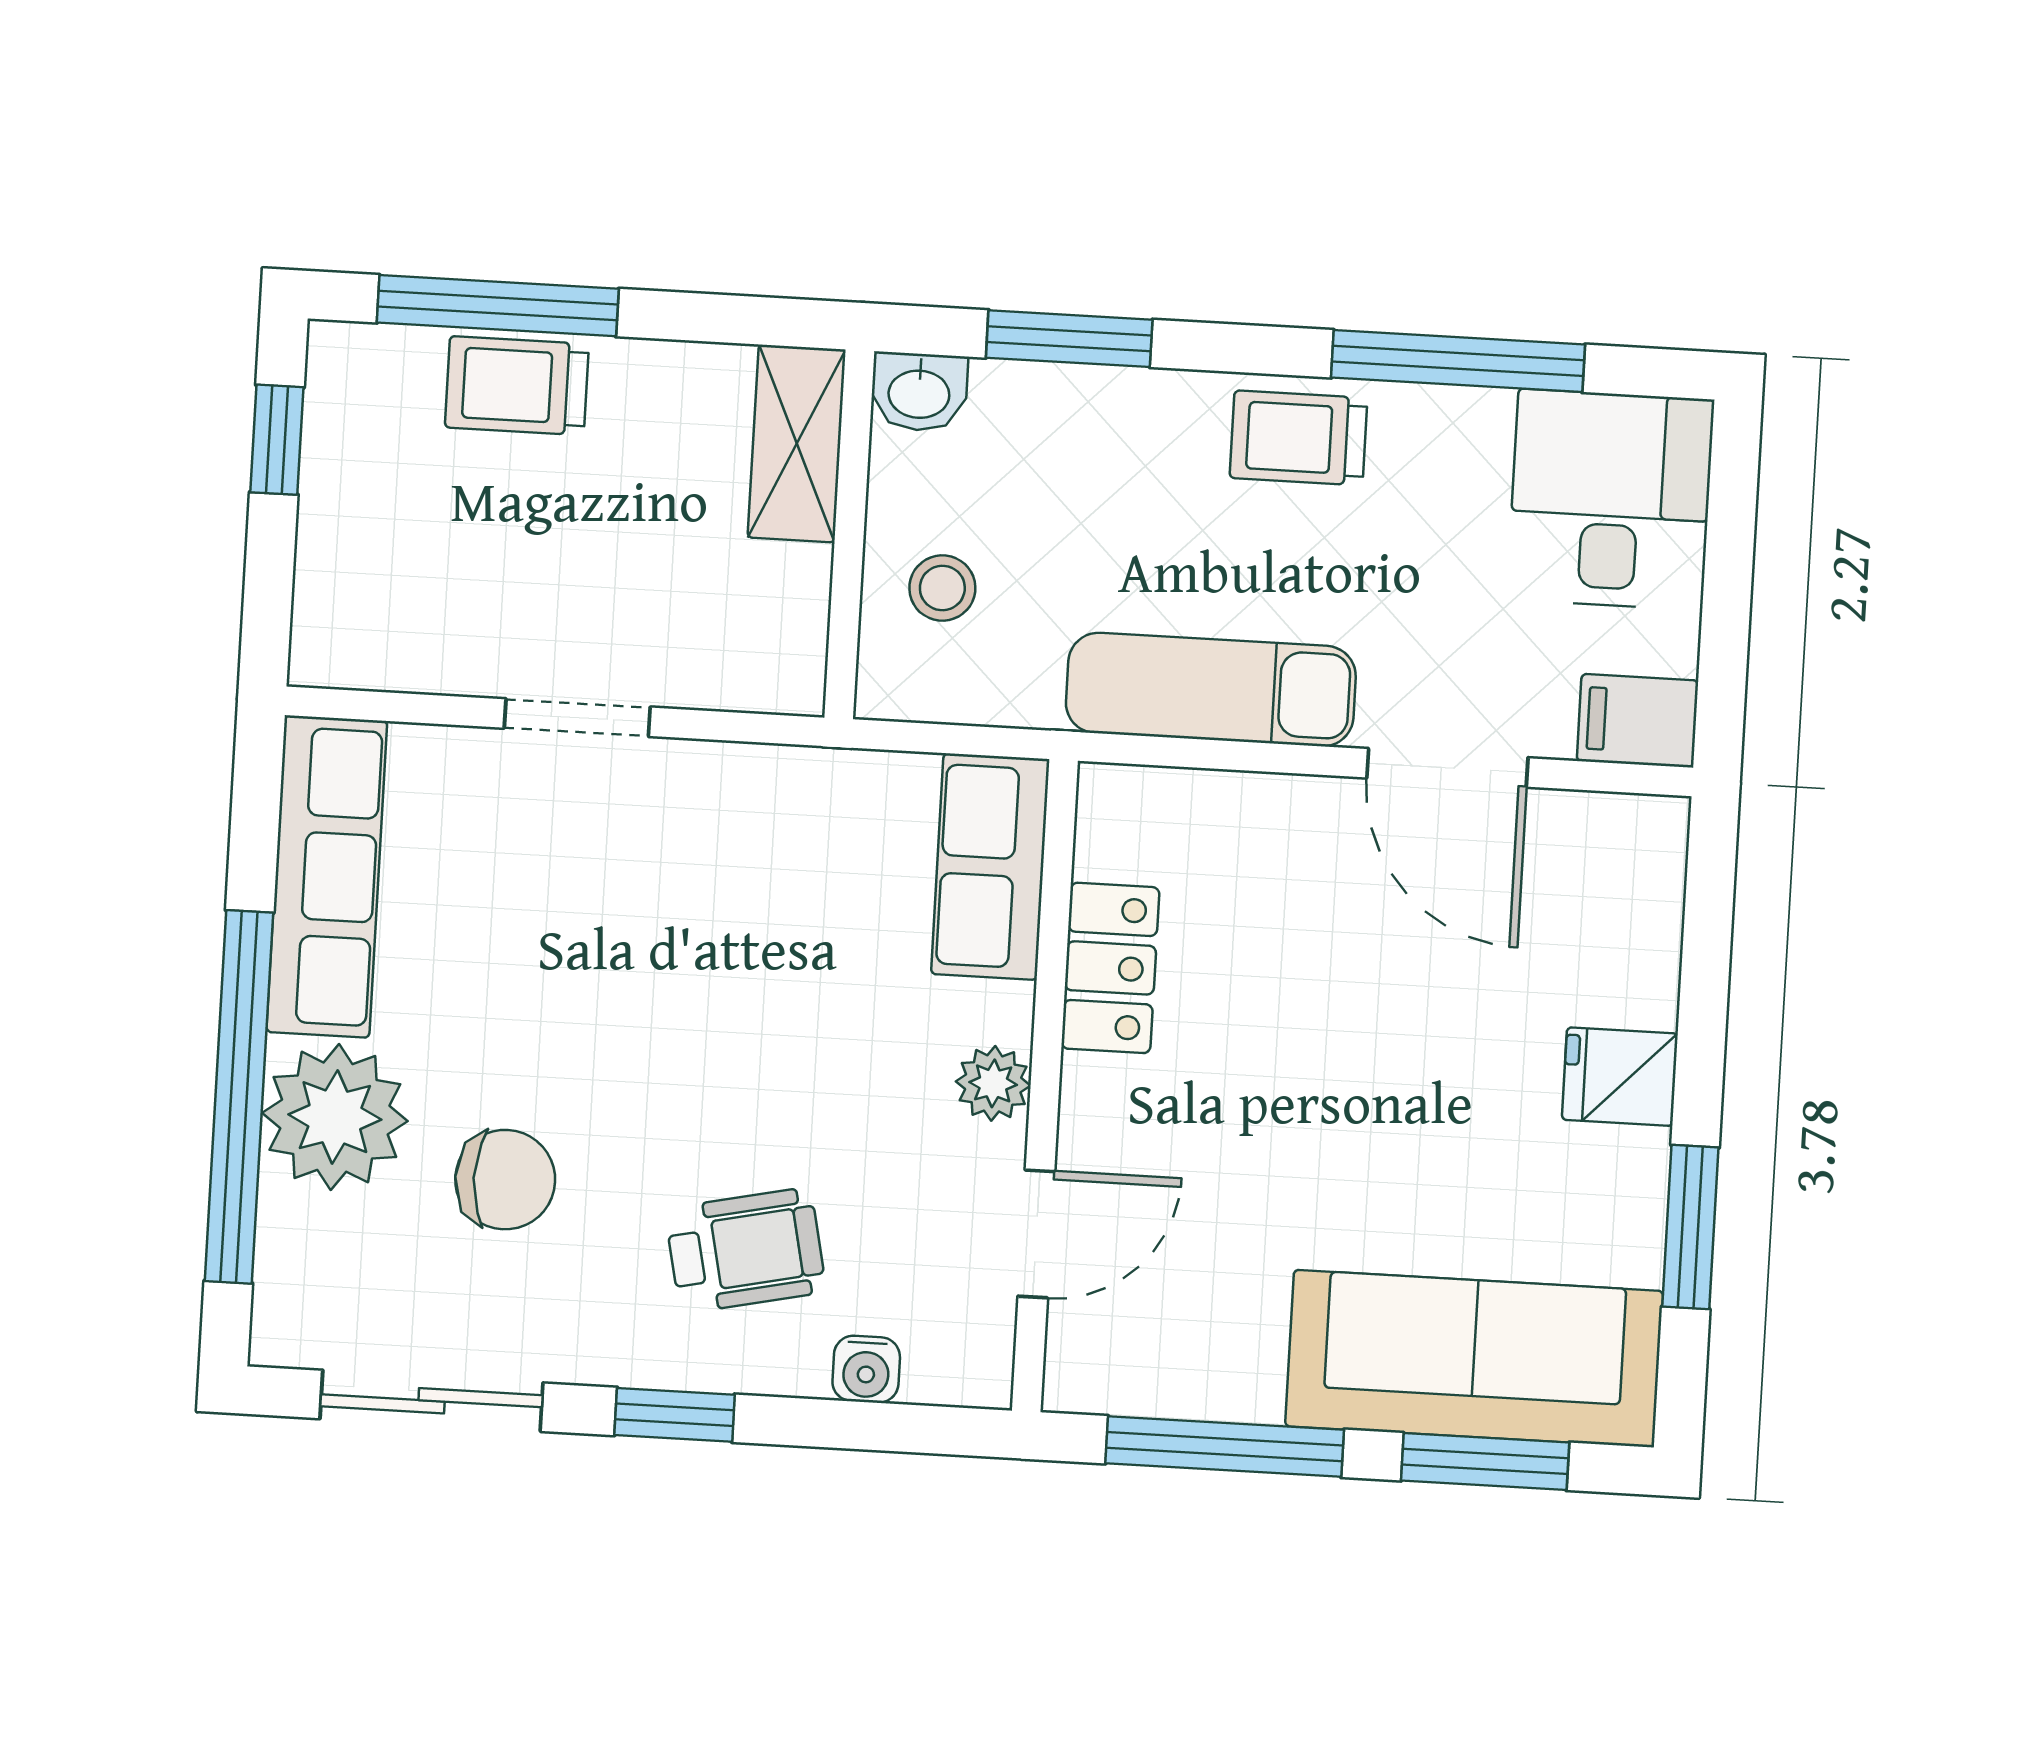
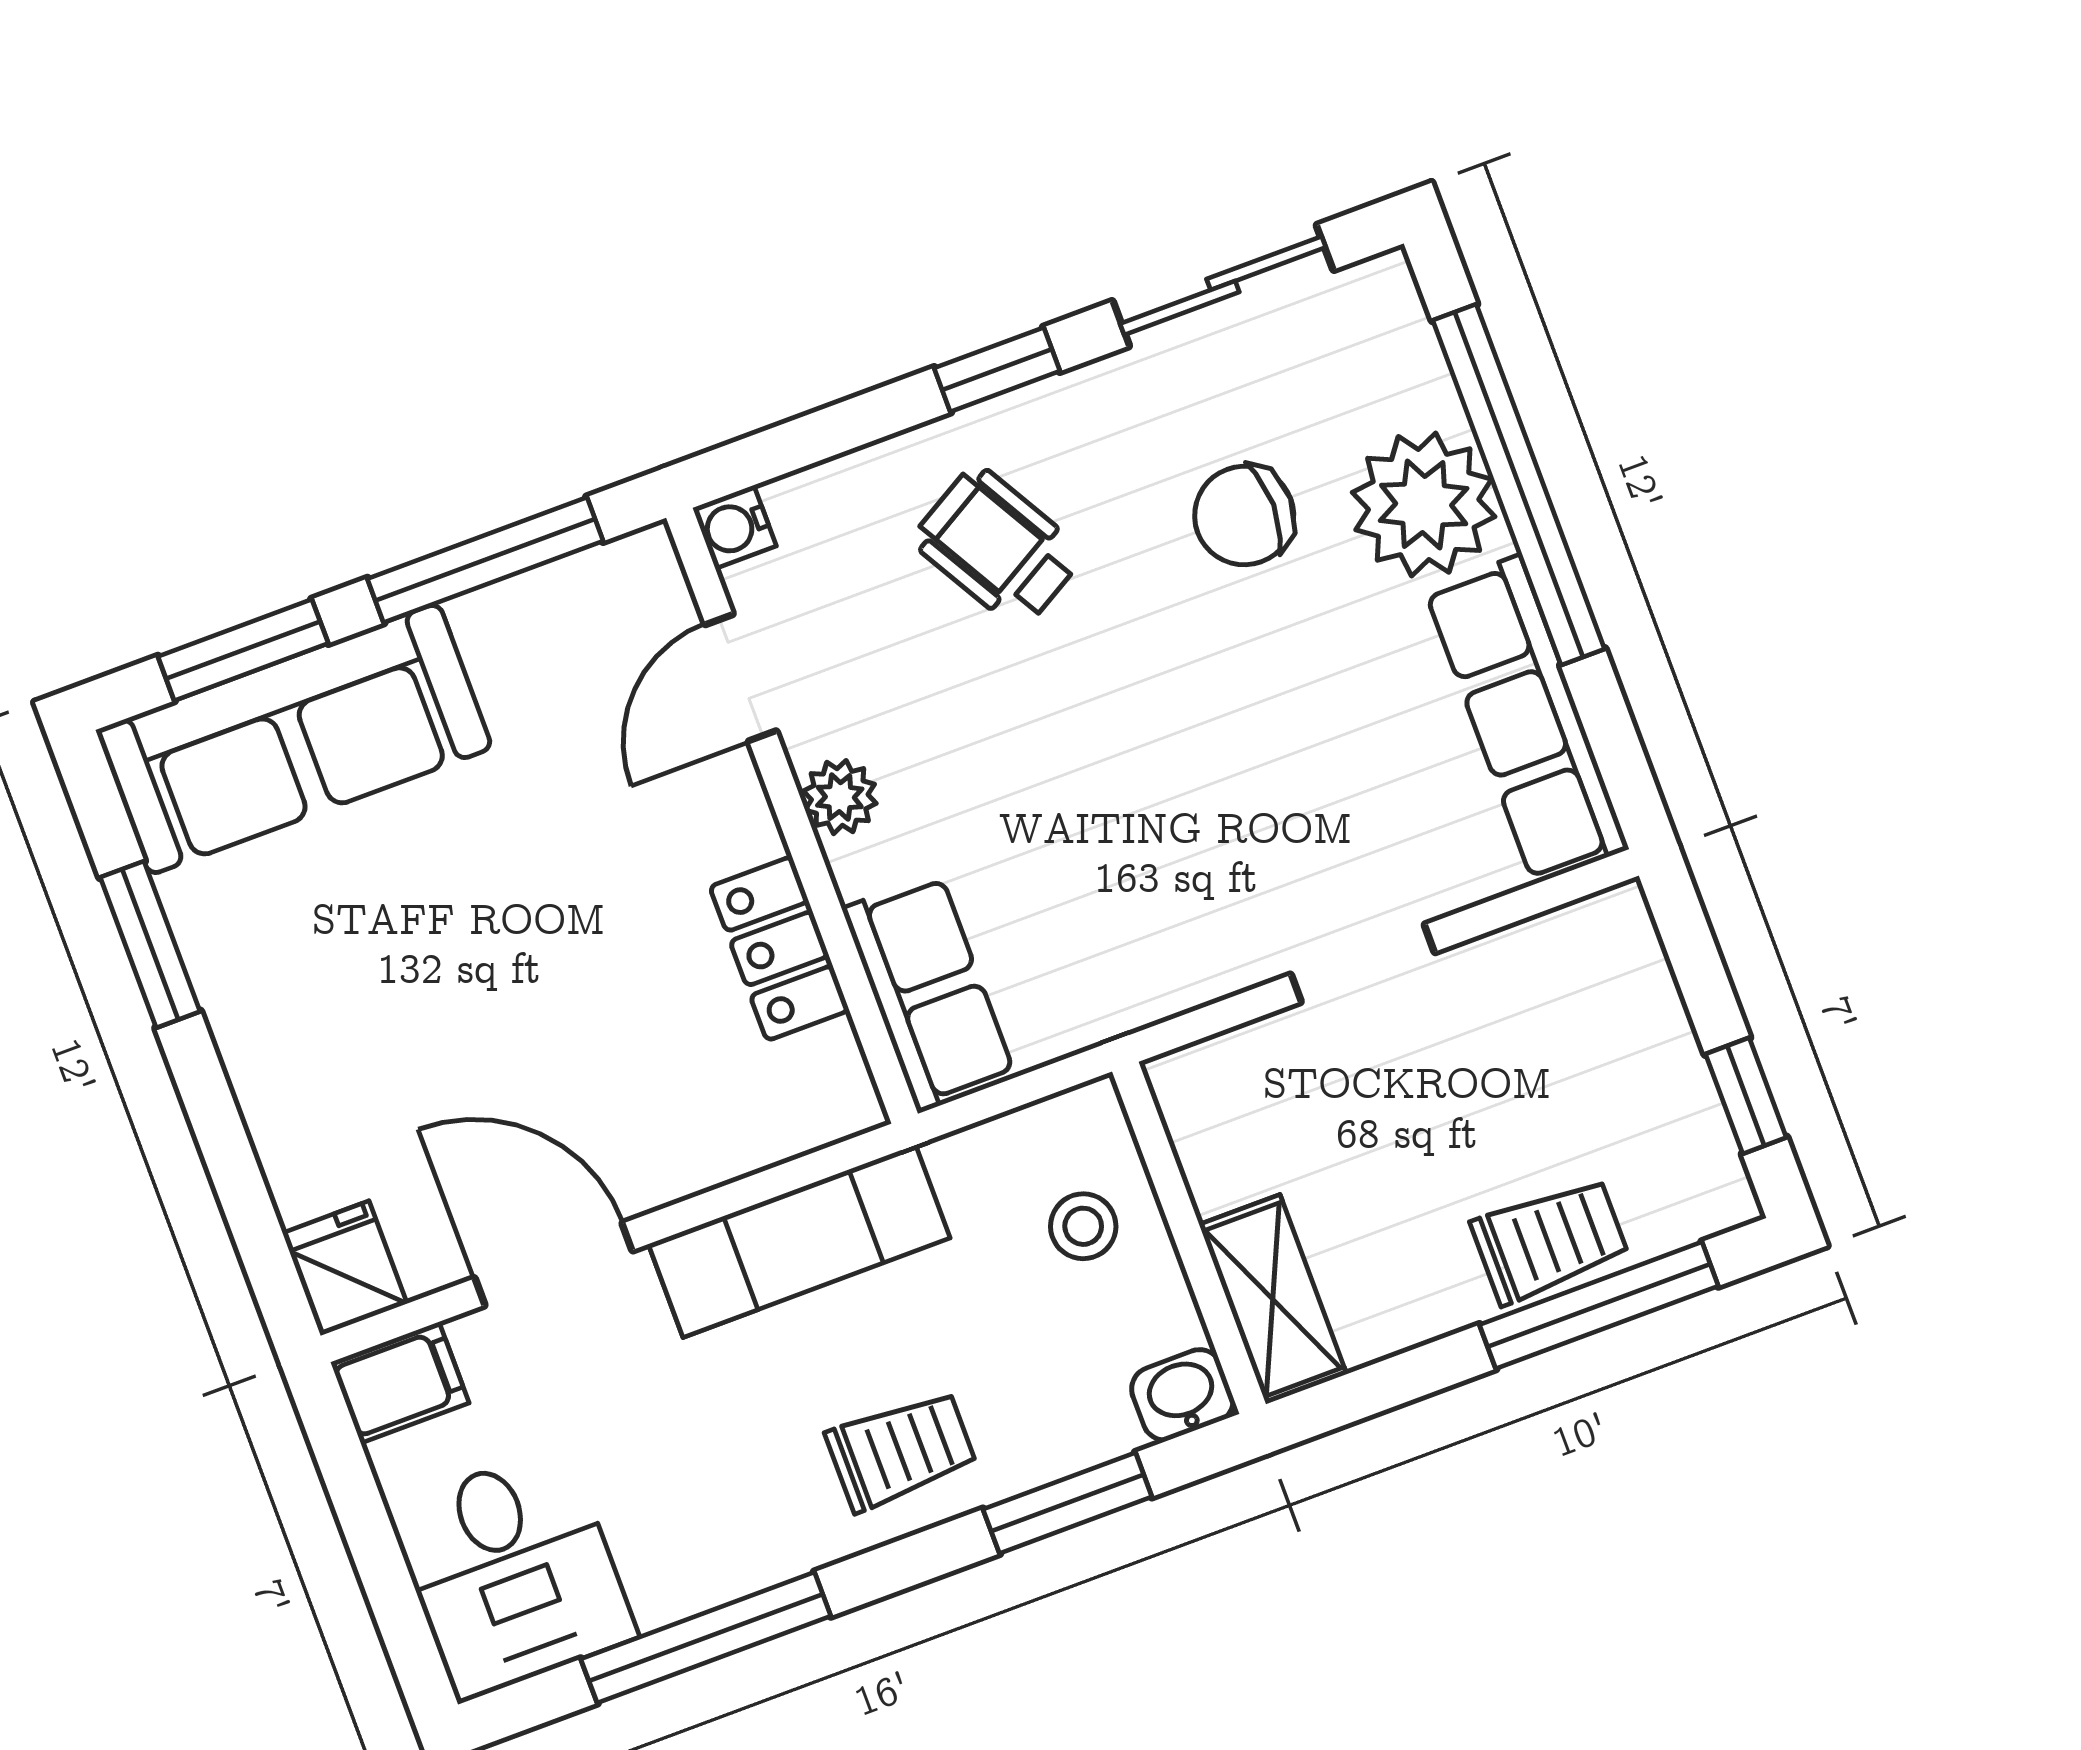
trolley: (1298, 438) -> (901, 1450), moved
fridge: (1620, 1077) -> (345, 1268), moved, turned -90
wheelchair: (746, 1251) -> (998, 547), turned 72
water cooler: (866, 1369) -> (734, 527), moved, turned -90

